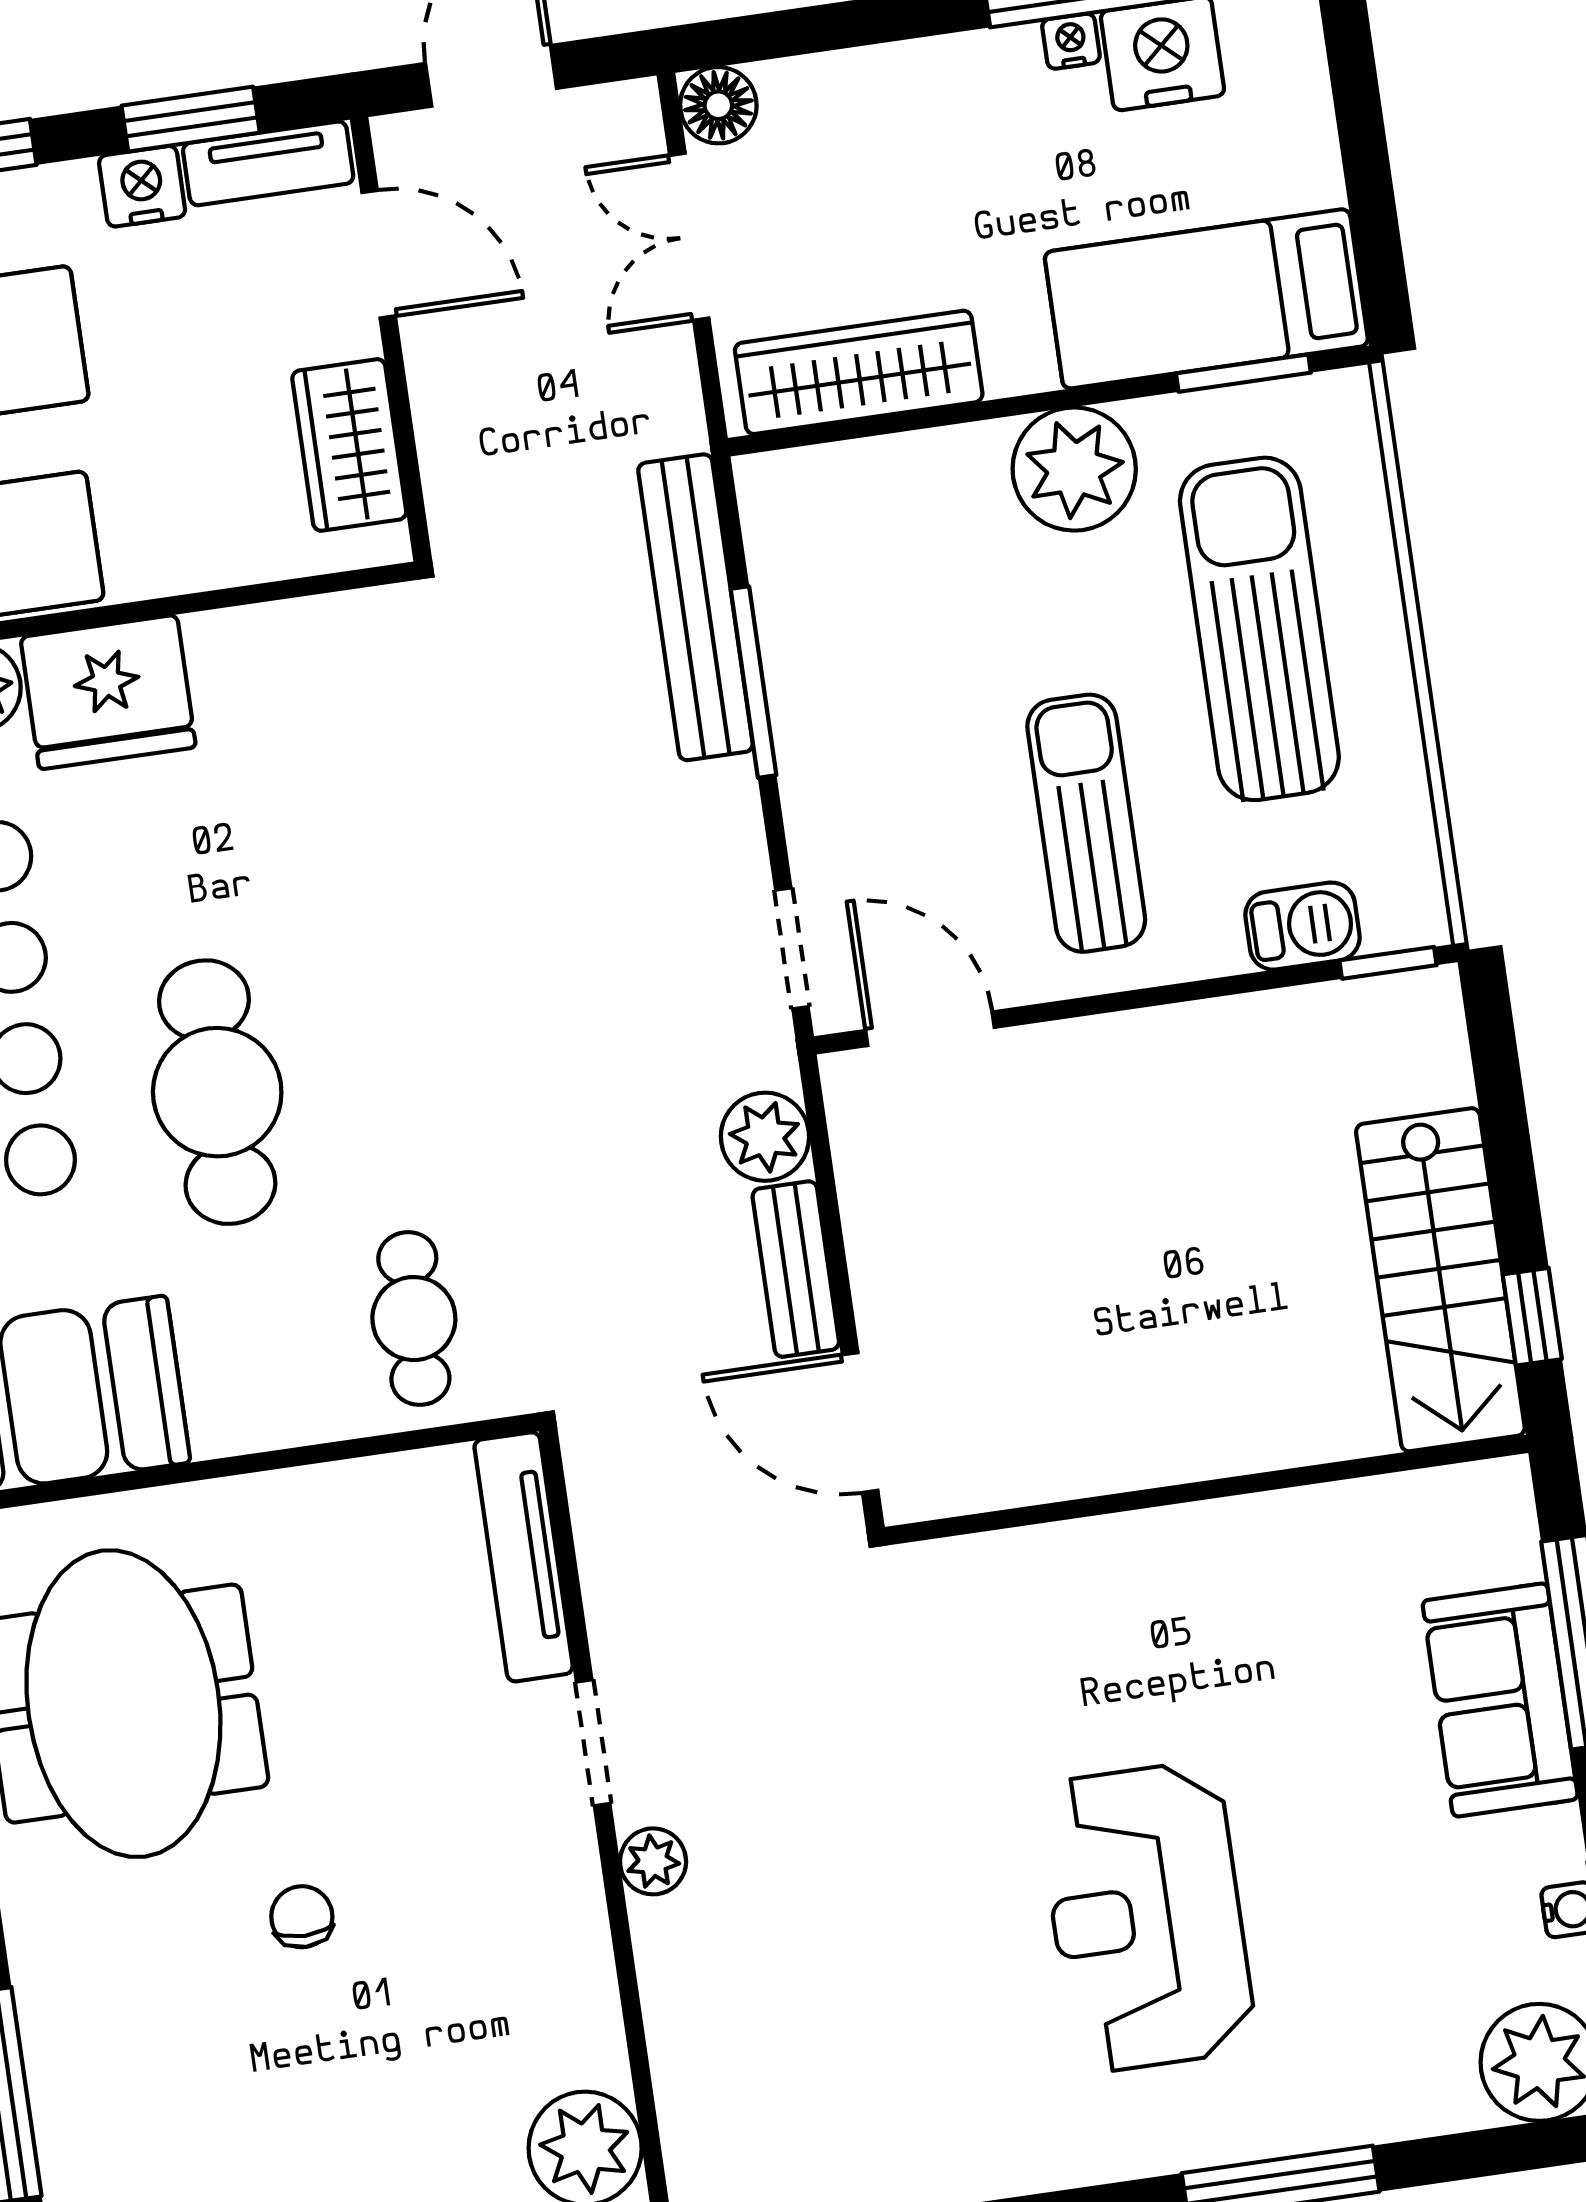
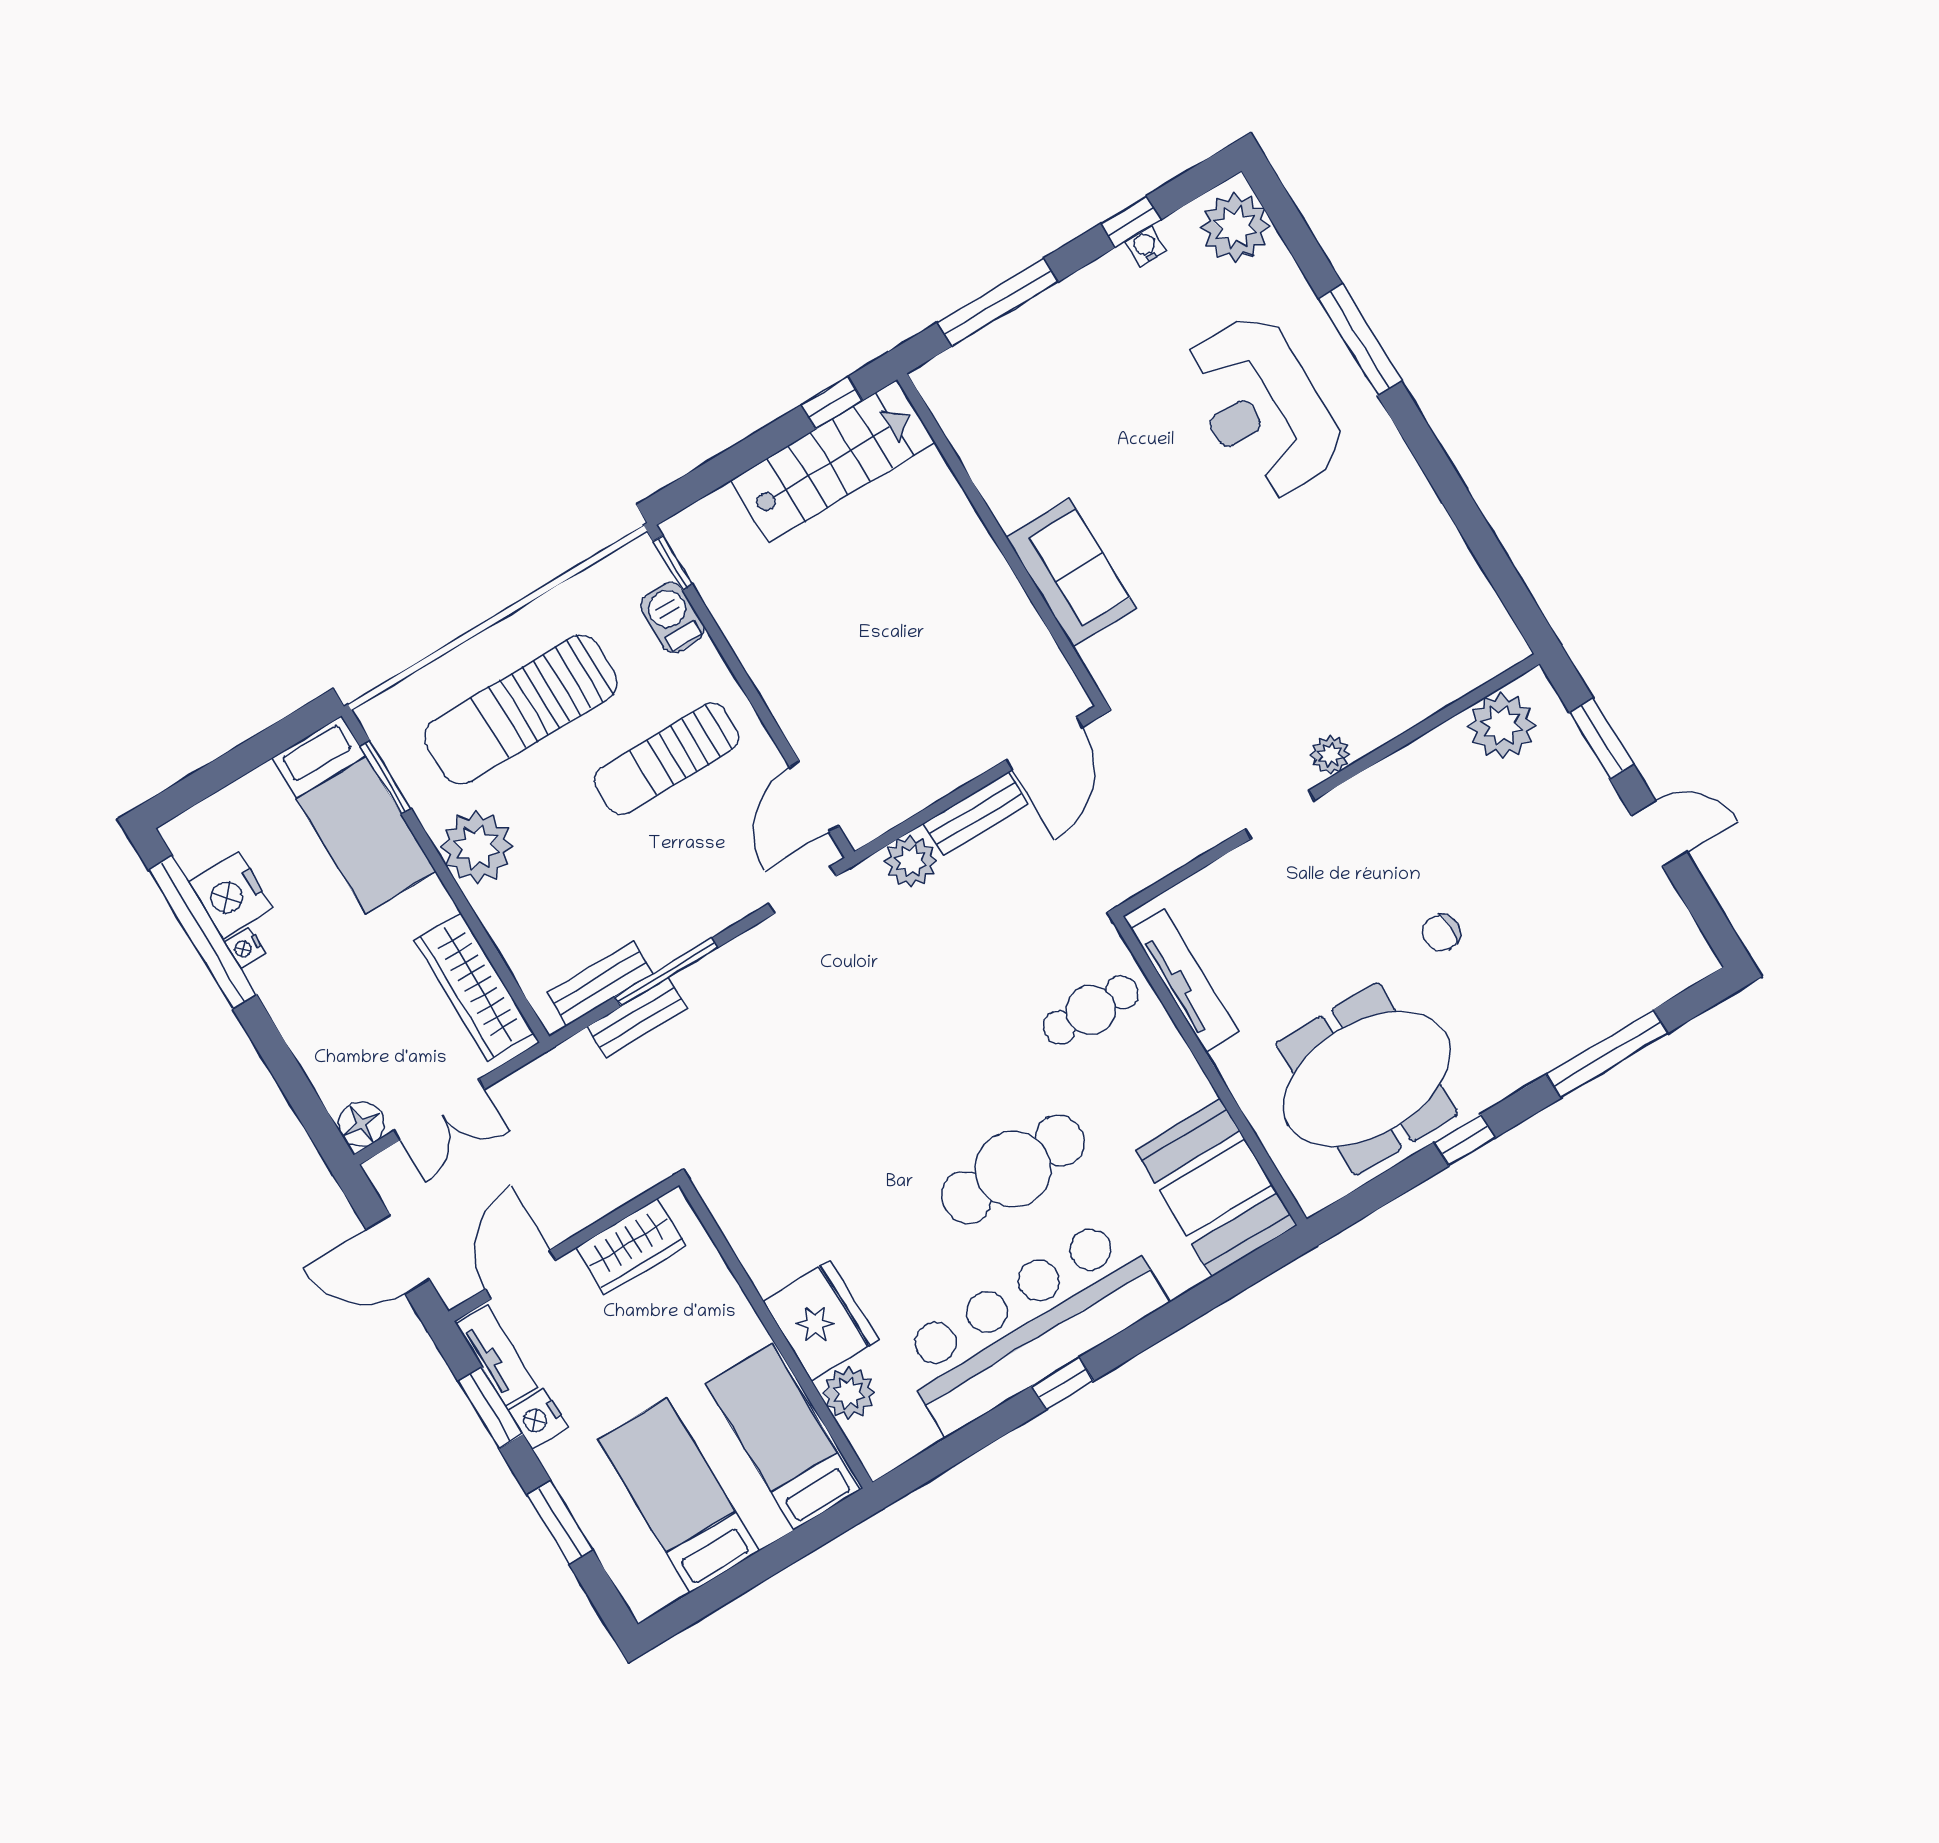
bench: (780, 571) -> (600, 983), added
bench: (696, 607) -> (637, 1018), width x0.54, depth x0.82
tv unit: (524, 1557) -> (1185, 980), moved, turned -90
sofa: (1500, 1700) -> (1071, 573), moved, turned -90
reception desk: (1147, 1917) -> (1262, 407), moved, turned 90

